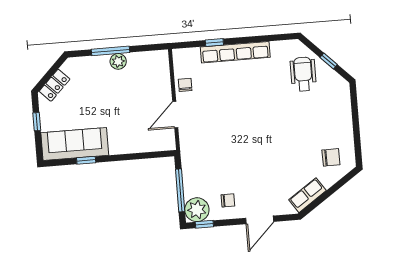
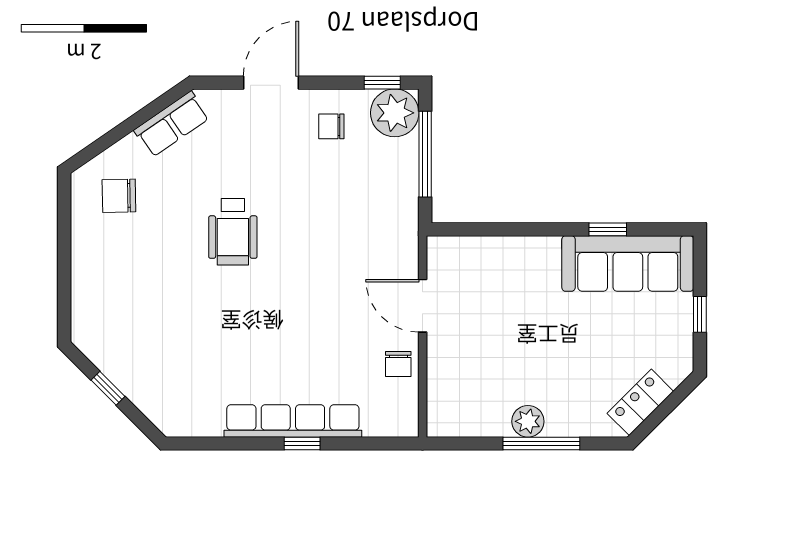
window: (214, 43) -> (302, 444), moved
wheelchair: (303, 74) -> (233, 232), moved
locker: (55, 85) -> (640, 402), moved
door: (175, 115) -> (423, 306), swing flipped

